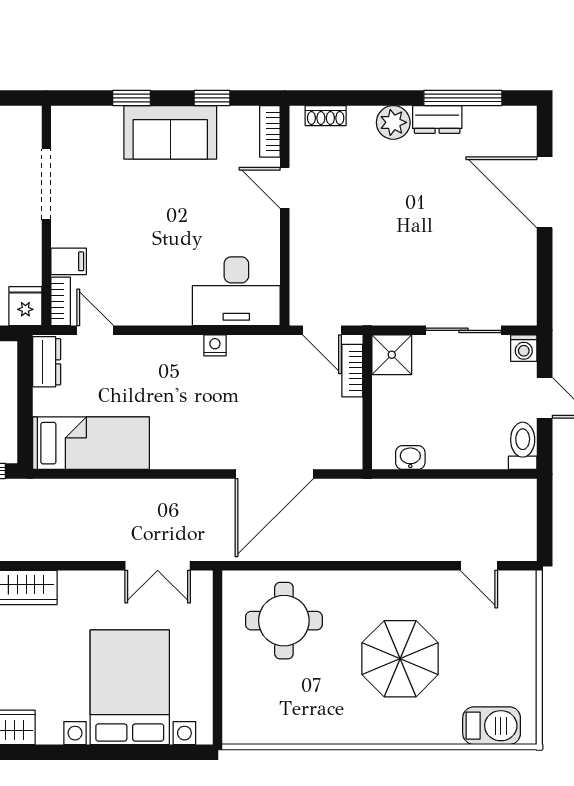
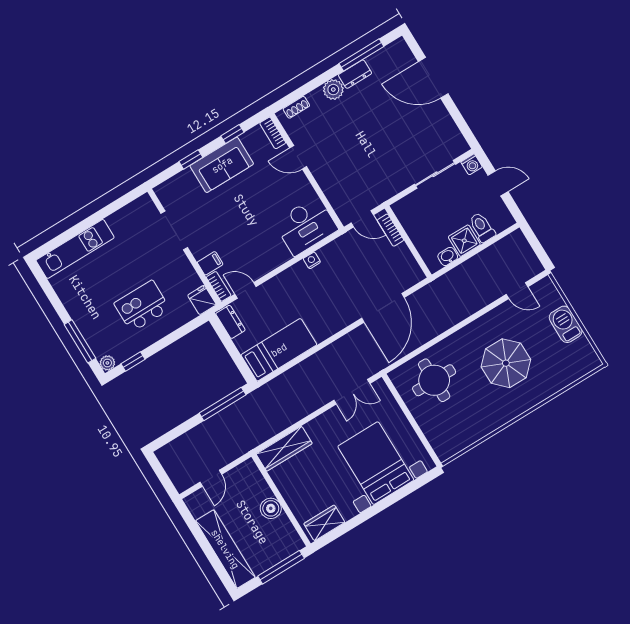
shower: (392, 355) -> (464, 241), moved
toilet: (523, 446) -> (482, 227), moved
barbecue: (492, 726) -> (566, 324), moved, turned -90

